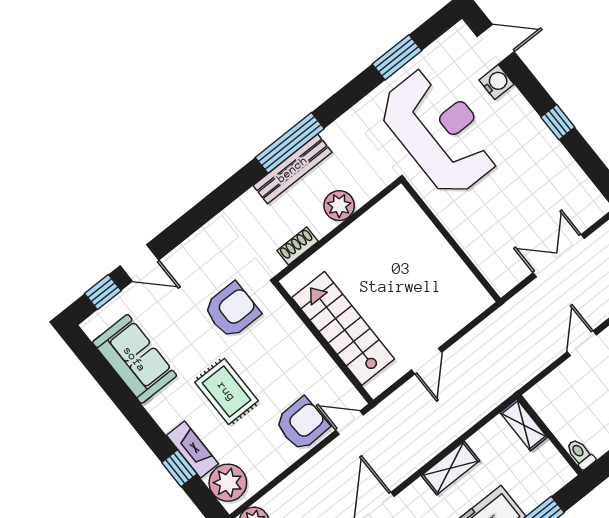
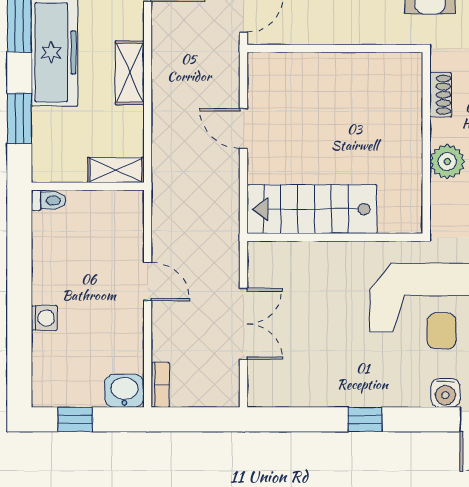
stairs: (343, 328) -> (312, 209), moved, turned 180

